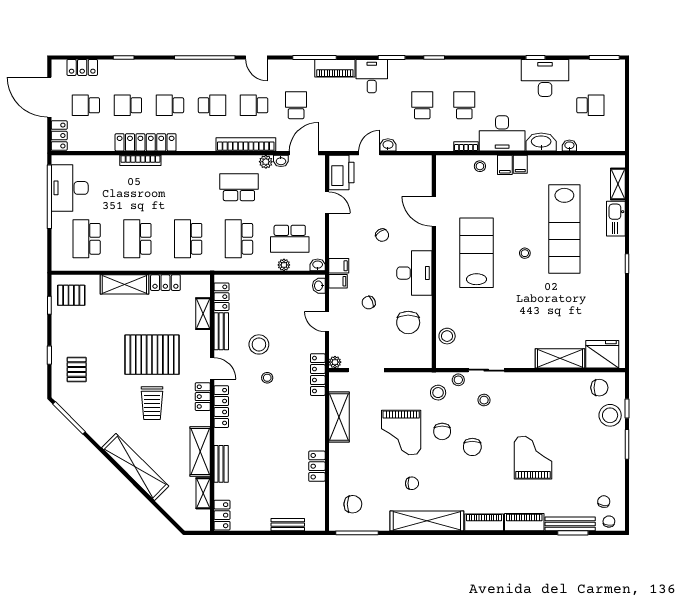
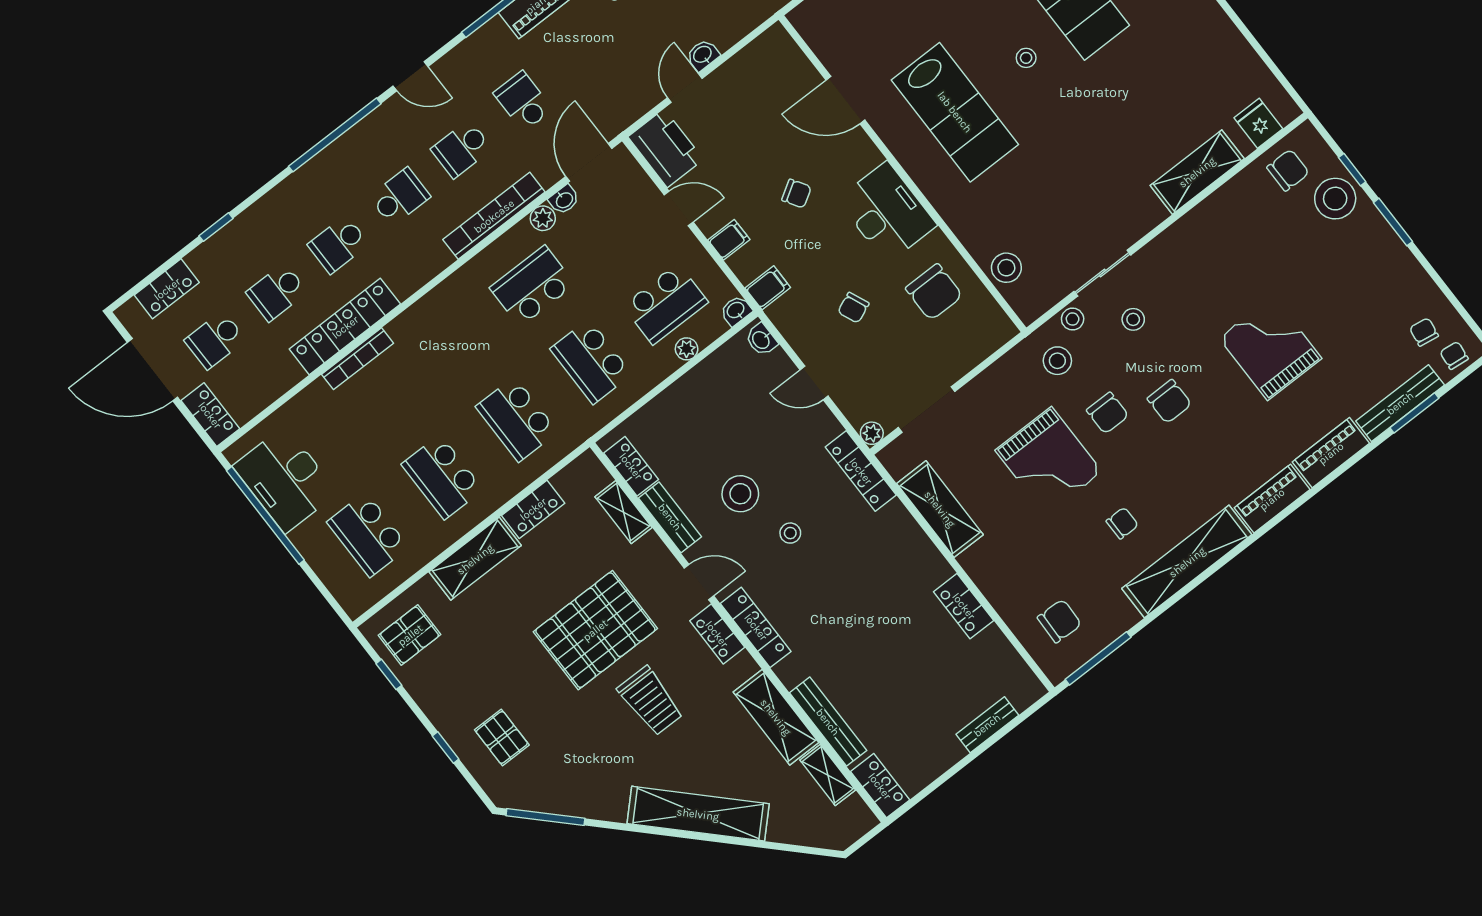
lab bench: (476, 253) -> (955, 112), turned 180
filing cabinet: (338, 281) -> (729, 240), moved
fridge: (602, 354) -> (1258, 123), width x0.53, depth x0.75
bench: (221, 464) -> (828, 722), width x1.36

